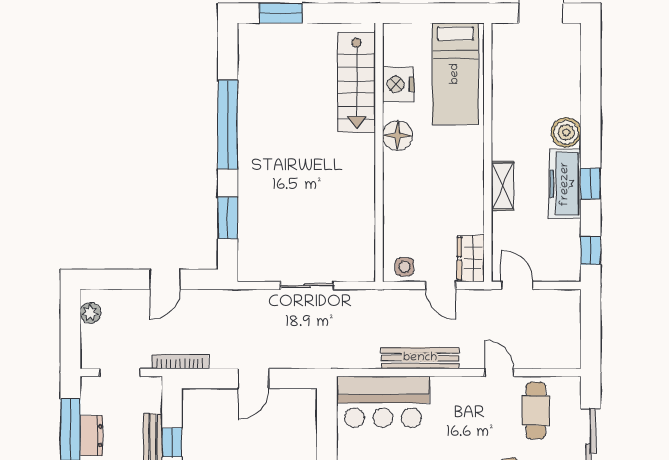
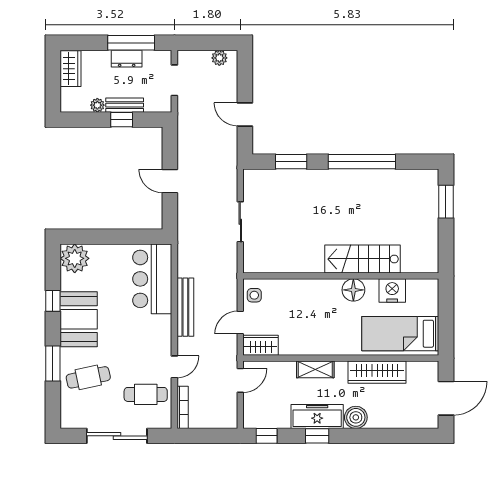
stairs: (357, 83) -> (363, 259), moved
wardrobe: (506, 104) -> (377, 372), added
bookcase: (180, 362) -> (183, 407), moved

